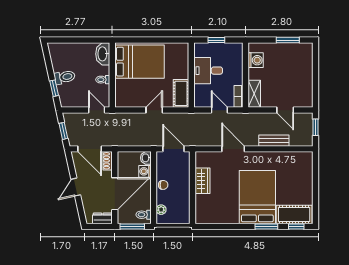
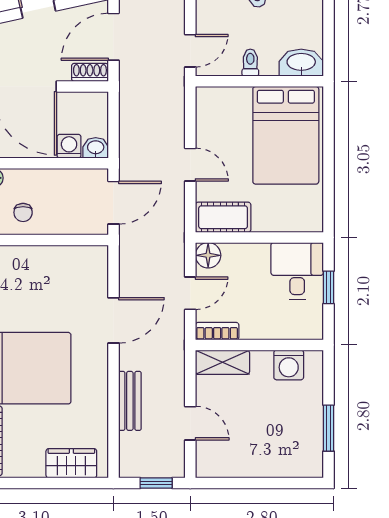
desk: (208, 71) -> (297, 271), moved
floor lamp: (200, 101) -> (208, 255), added
door: (285, 110) -> (190, 423), swing flipped
wardrobe: (203, 181) -> (71, 463), moved, turned 180
chair: (163, 185) -> (23, 212), moved

